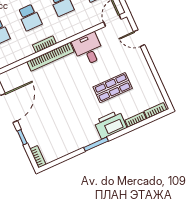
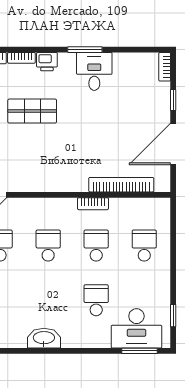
desk: (88, 49) -> (94, 71), moved, turned 180
bookcase: (50, 57) -> (121, 185), moved
printer: (110, 125) -> (47, 62), width x0.53, depth x0.68

